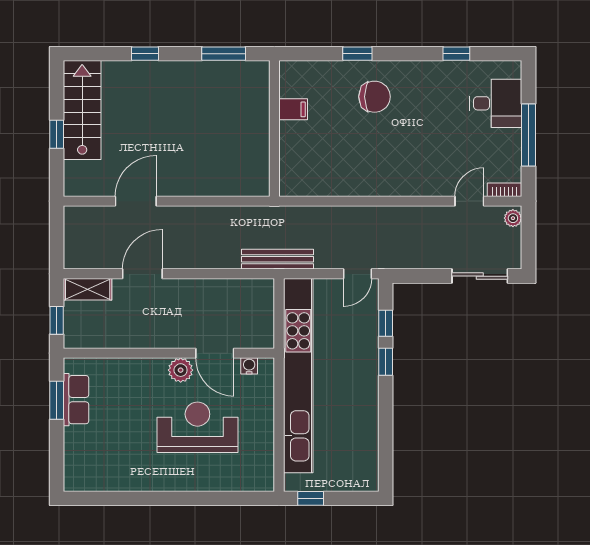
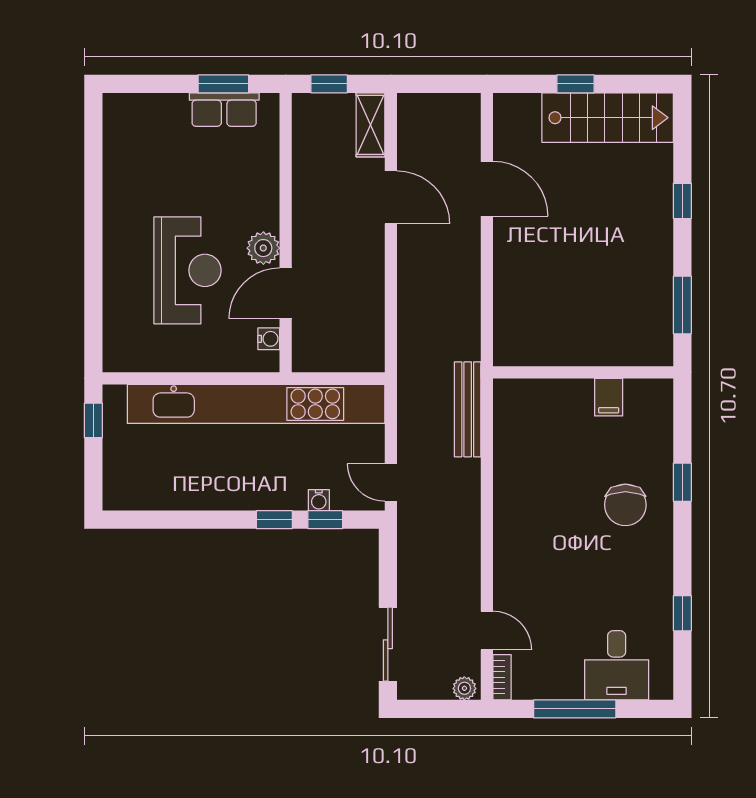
bench: (277, 259) -> (468, 409), moved
water cooler: (371, 328) -> (319, 500), added

